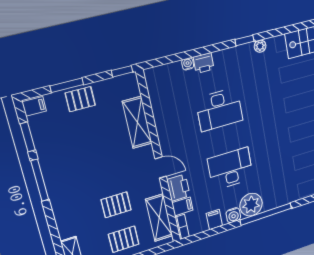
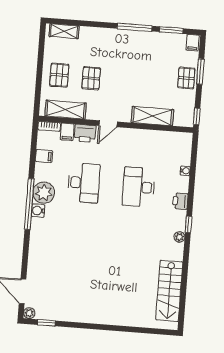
printer: (204, 63) -> (180, 201), moved
water cooler: (233, 215) -> (38, 211), moved

